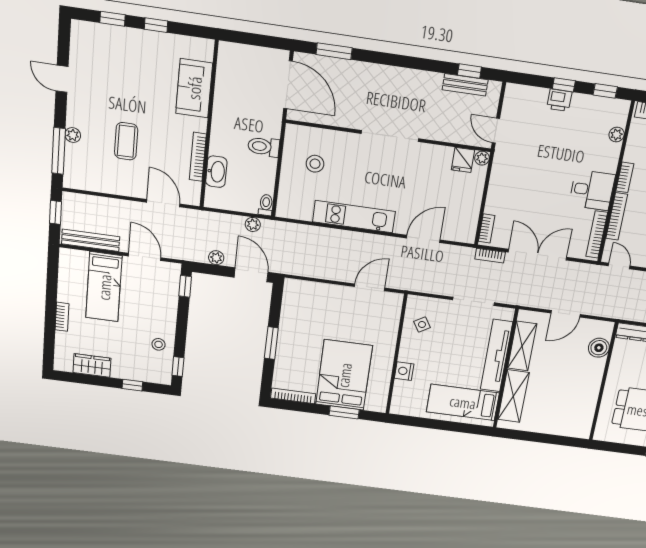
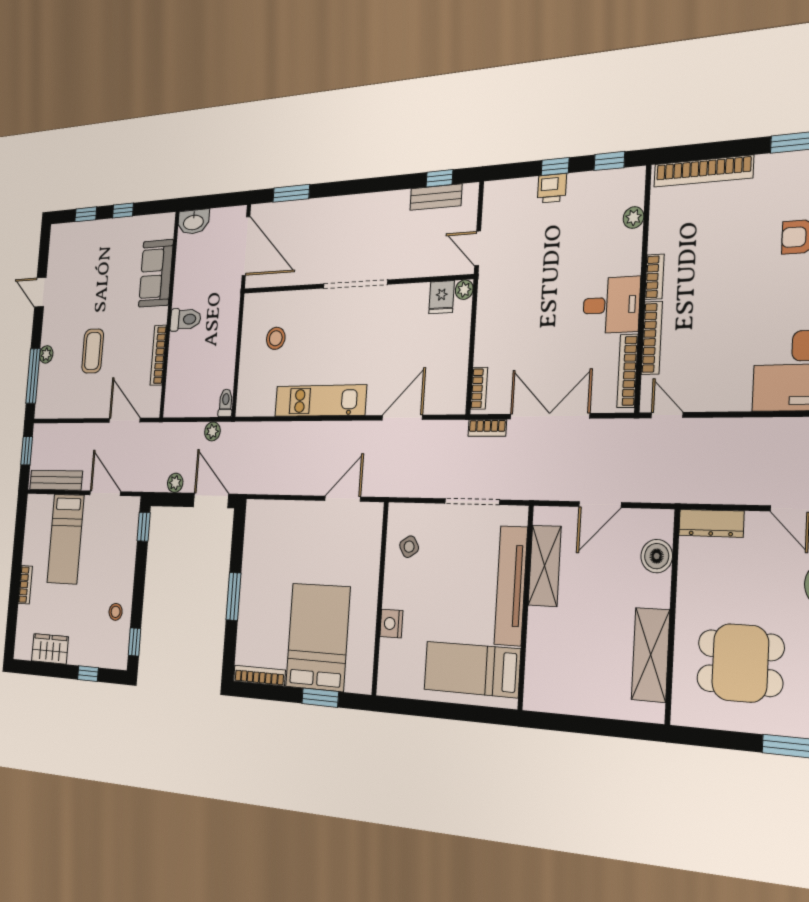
toilet: (264, 147) -> (185, 319), moved, turned 180
washbasin: (216, 172) -> (193, 222), moved, turned 90
shelving: (513, 396) -> (651, 655), moved

